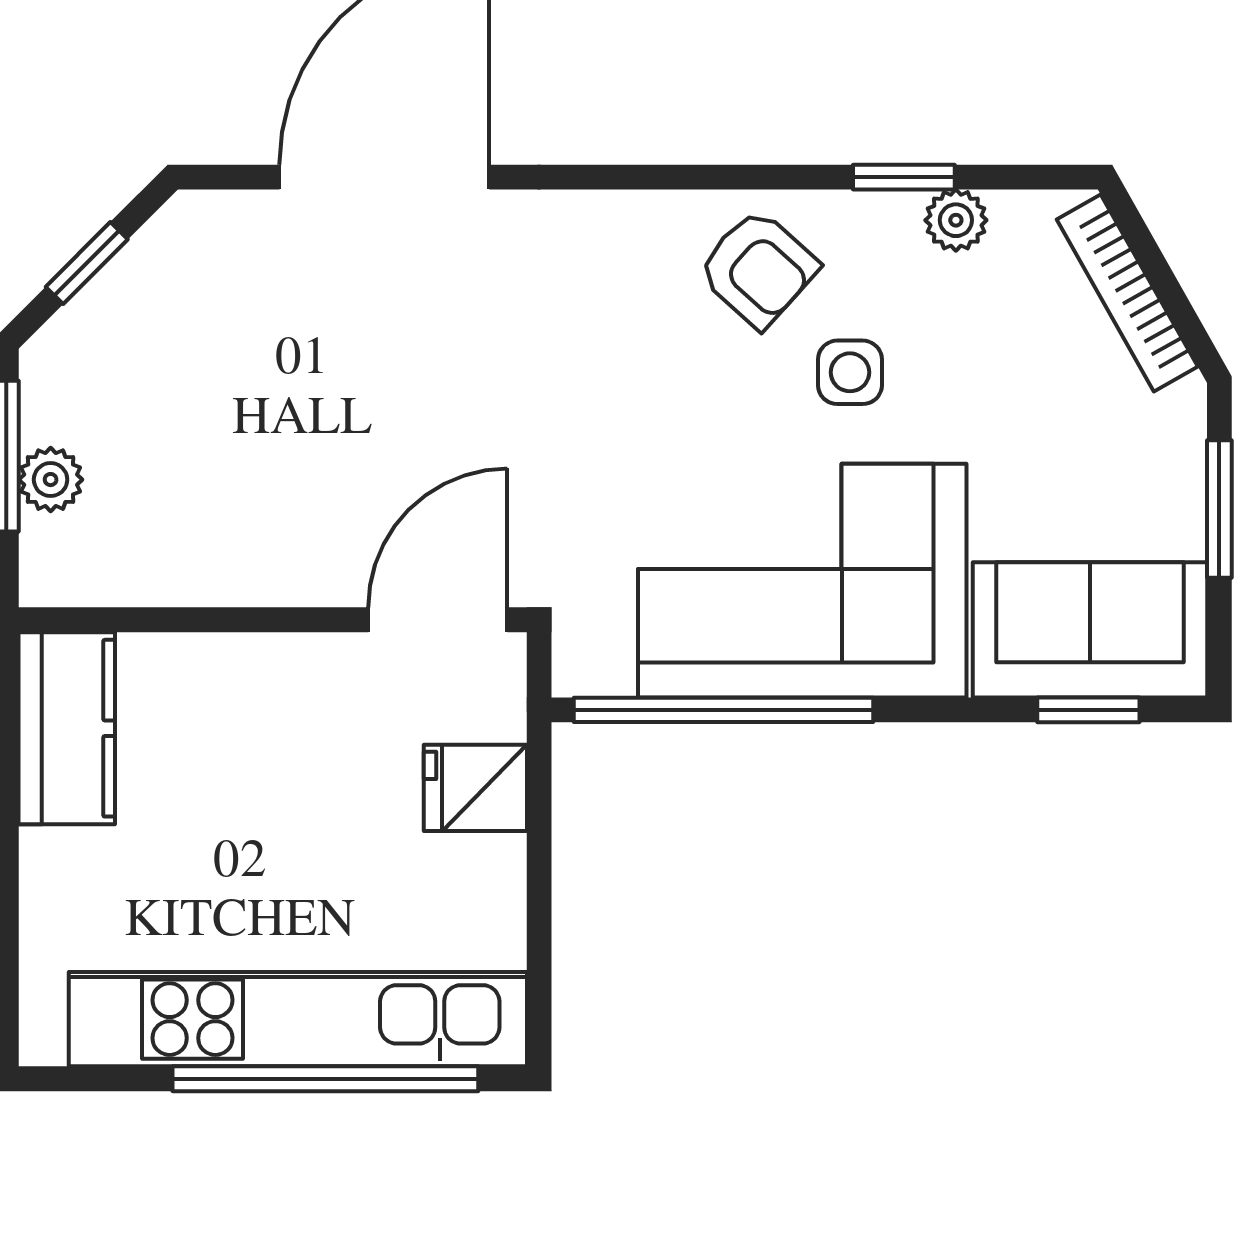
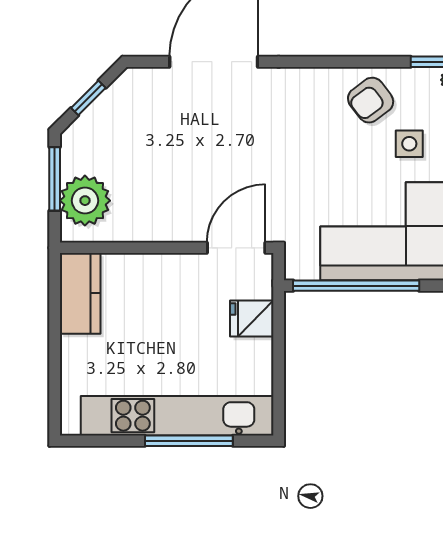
armchair: (758, 268) -> (371, 100), turned 101
plant: (51, 480) -> (85, 201), width x1.88, depth x1.88
window: (325, 1079) -> (189, 441), width x0.68

